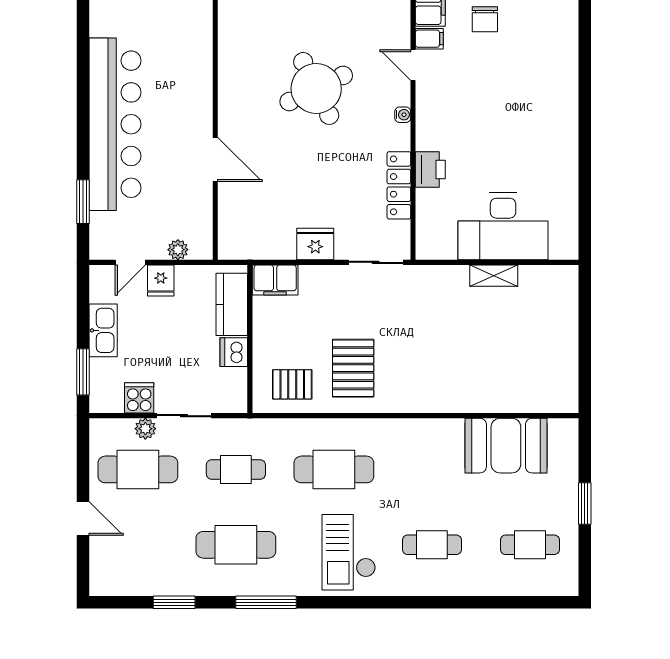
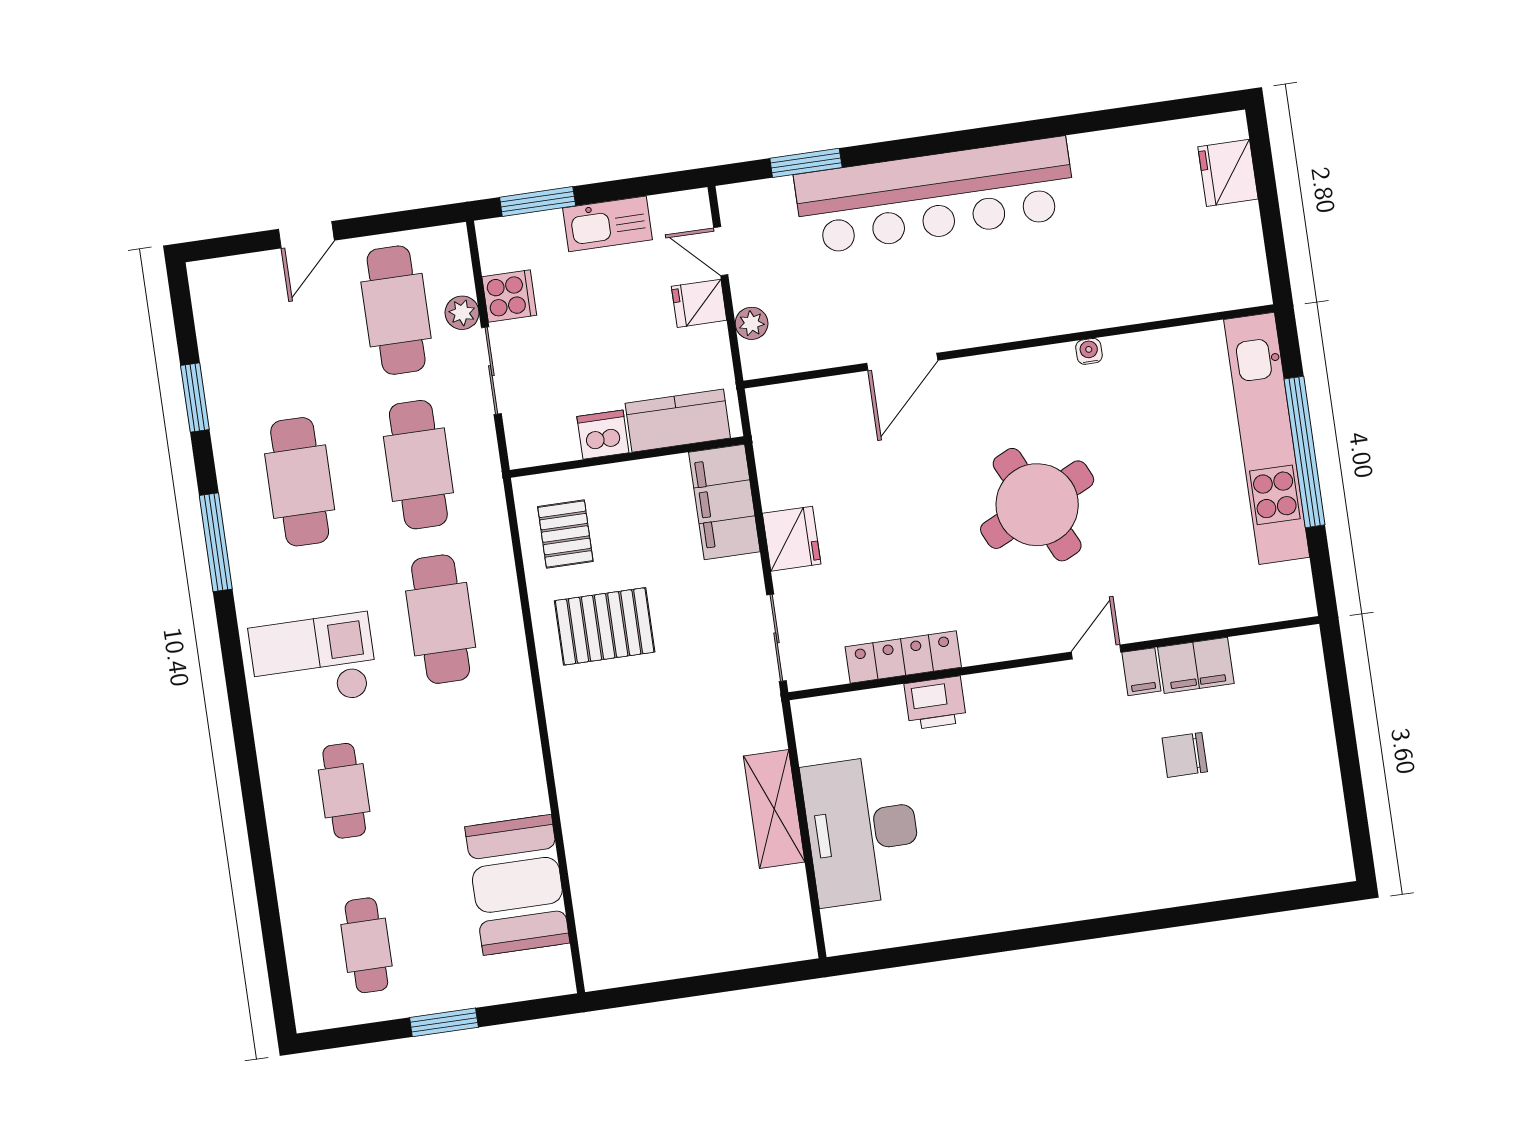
water cooler: (403, 115) -> (1089, 351), moved, turned 180
shelving: (494, 276) -> (774, 809), width x1.50, depth x1.33
filing cabinet: (275, 280) -> (724, 502), width x1.50, depth x1.17
cafe table: (236, 469) -> (418, 465), width x1.37, depth x1.35

